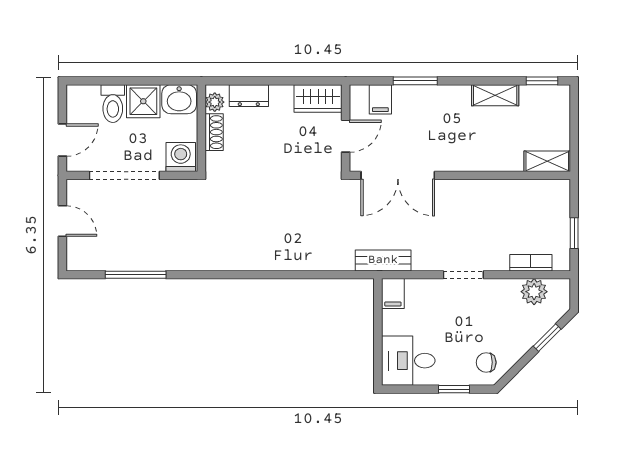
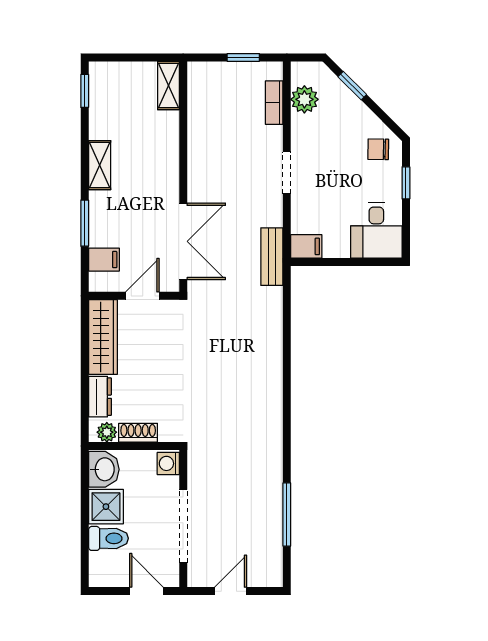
shelving: (495, 95) -> (100, 165), moved
wardrobe: (318, 98) -> (103, 337), width x1.50
door: (346, 136) -> (142, 296), hinge flipped
washing machine: (181, 157) -> (168, 463), width x0.73, depth x0.73
chair: (486, 362) -> (378, 149), turned 91

